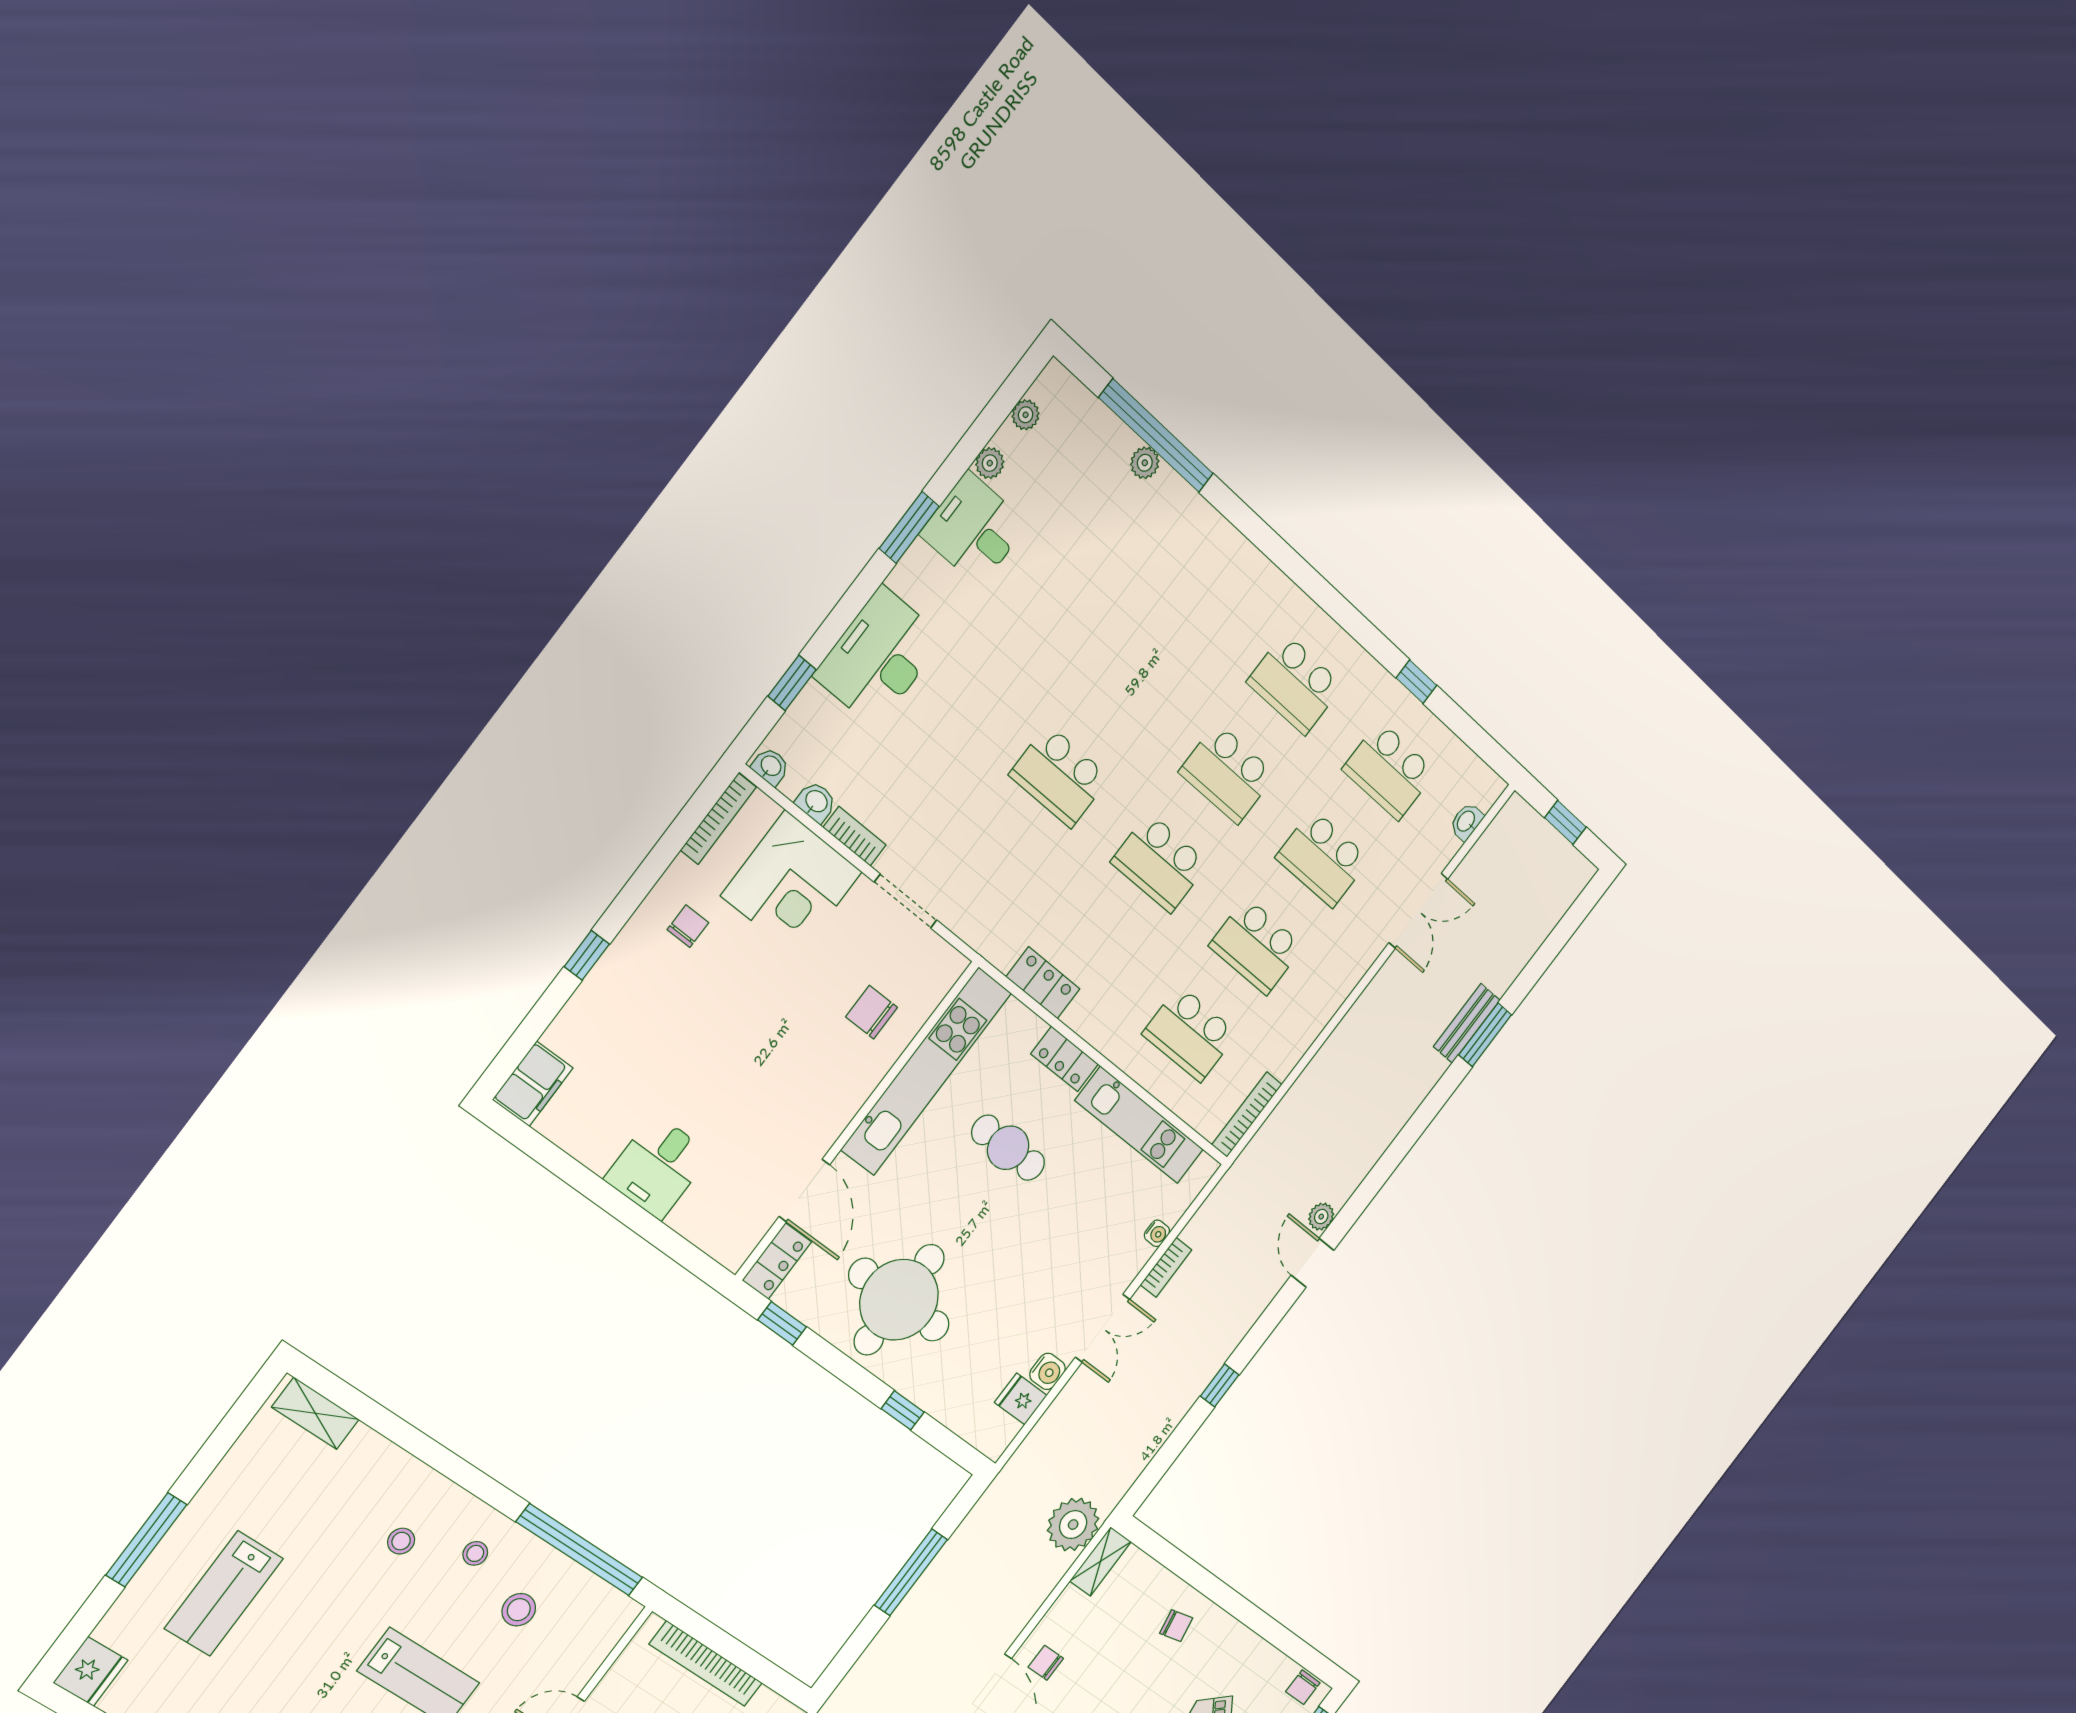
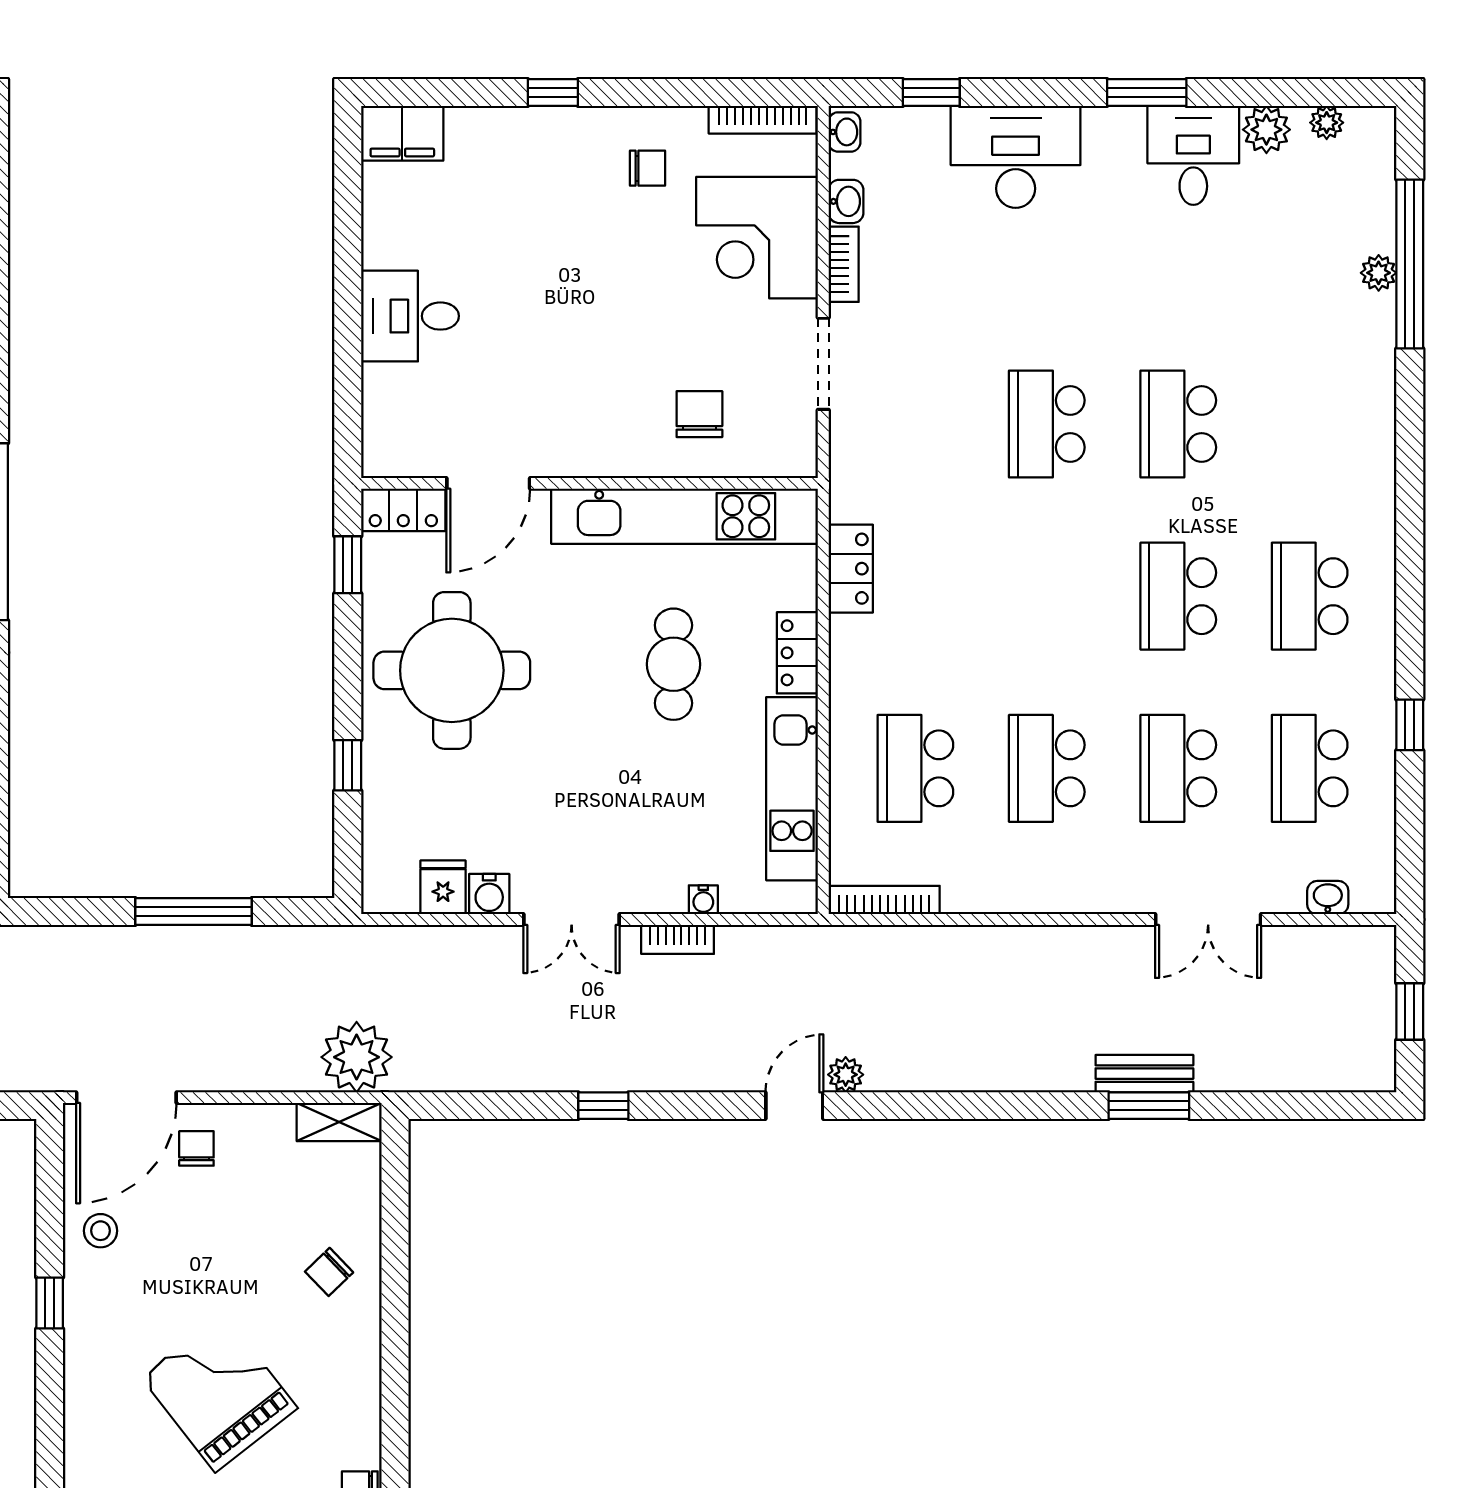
plant: (990, 463) -> (1266, 130), width x1.38, depth x1.38
school desk: (1160, 863) -> (1178, 424), moved
chair: (1176, 1626) -> (329, 1272), turned 58

